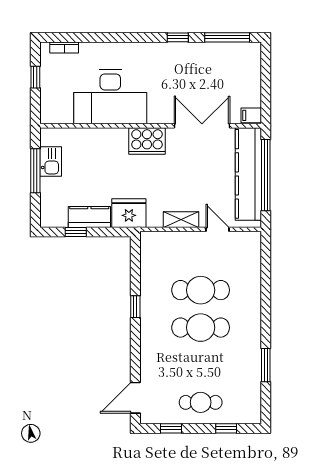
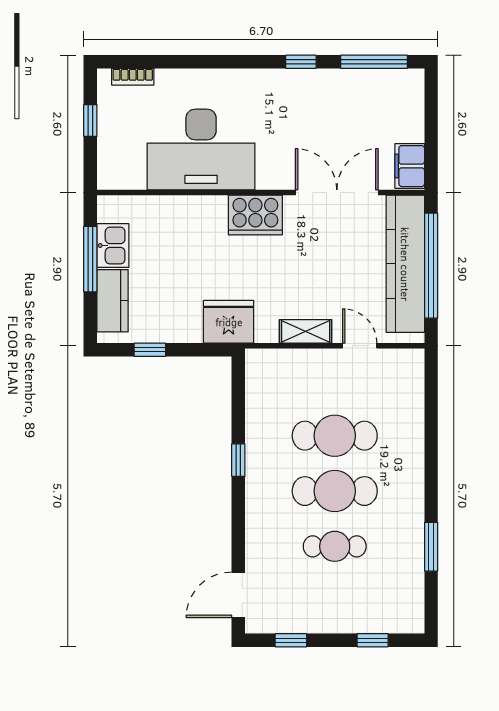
filing cabinet: (251, 115) -> (410, 166), width x2.00
kitchen counter: (89, 217) -> (113, 301), moved, turned 90
cafe table: (201, 402) -> (335, 546), moved

